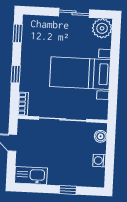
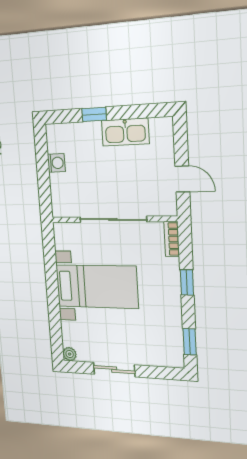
plant: (102, 28) -> (70, 354), width x0.53, depth x0.53
boiler: (101, 136) -> (59, 198), removed
kitchen sink: (31, 175) -> (125, 132), moved

